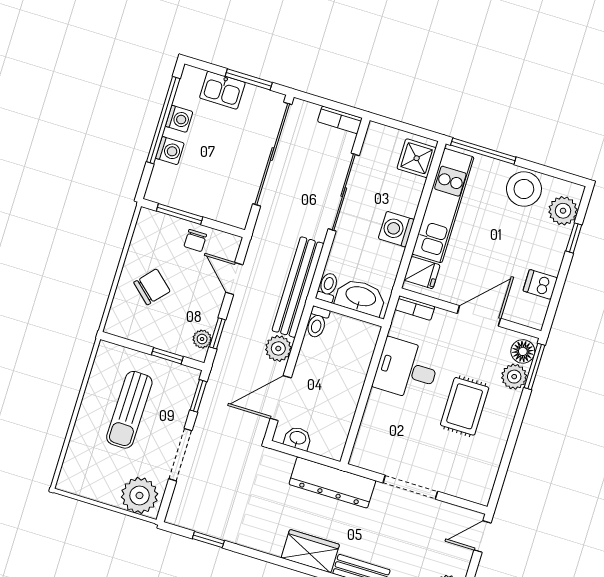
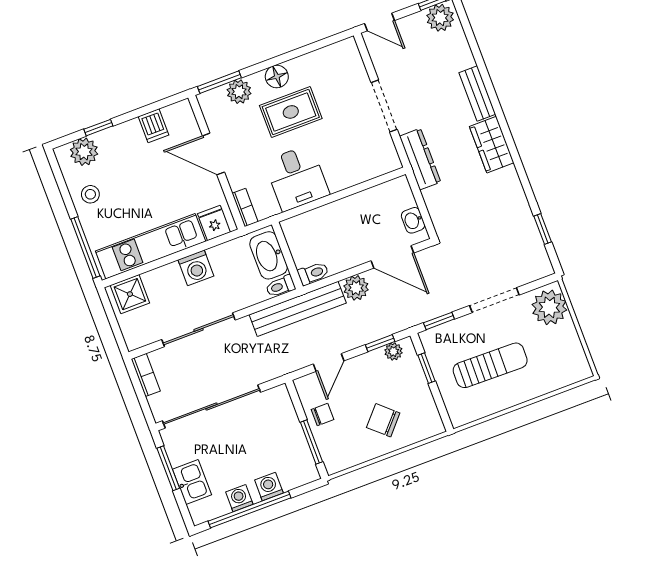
stool: (524, 189) -> (90, 194), width x0.53, depth x0.53
floor lamp: (523, 351) -> (277, 77), moved
dresser: (332, 482) -> (420, 159), width x0.73, depth x0.80

